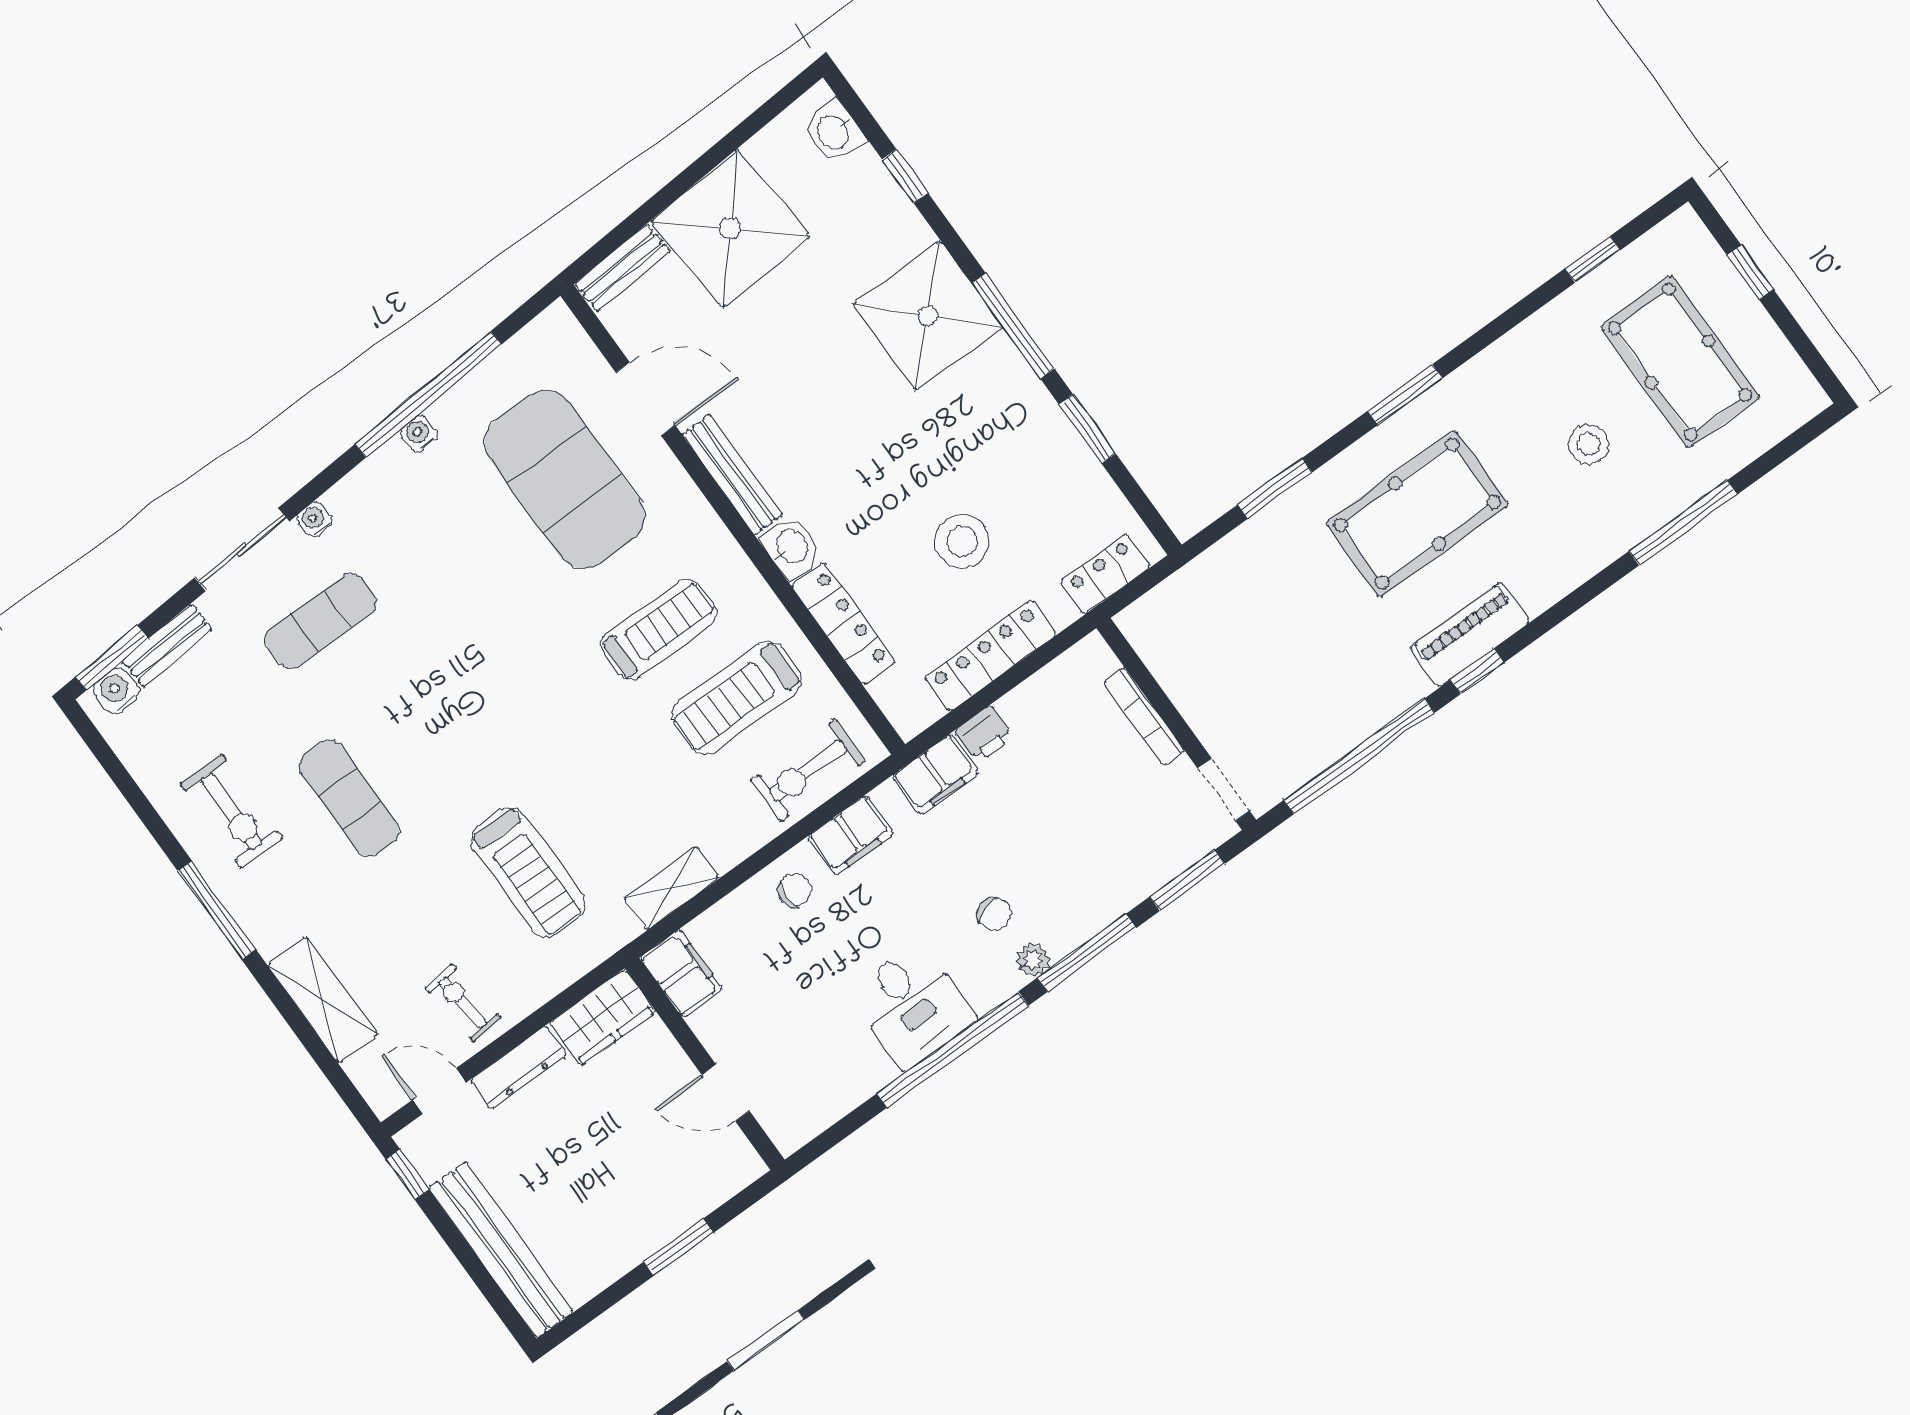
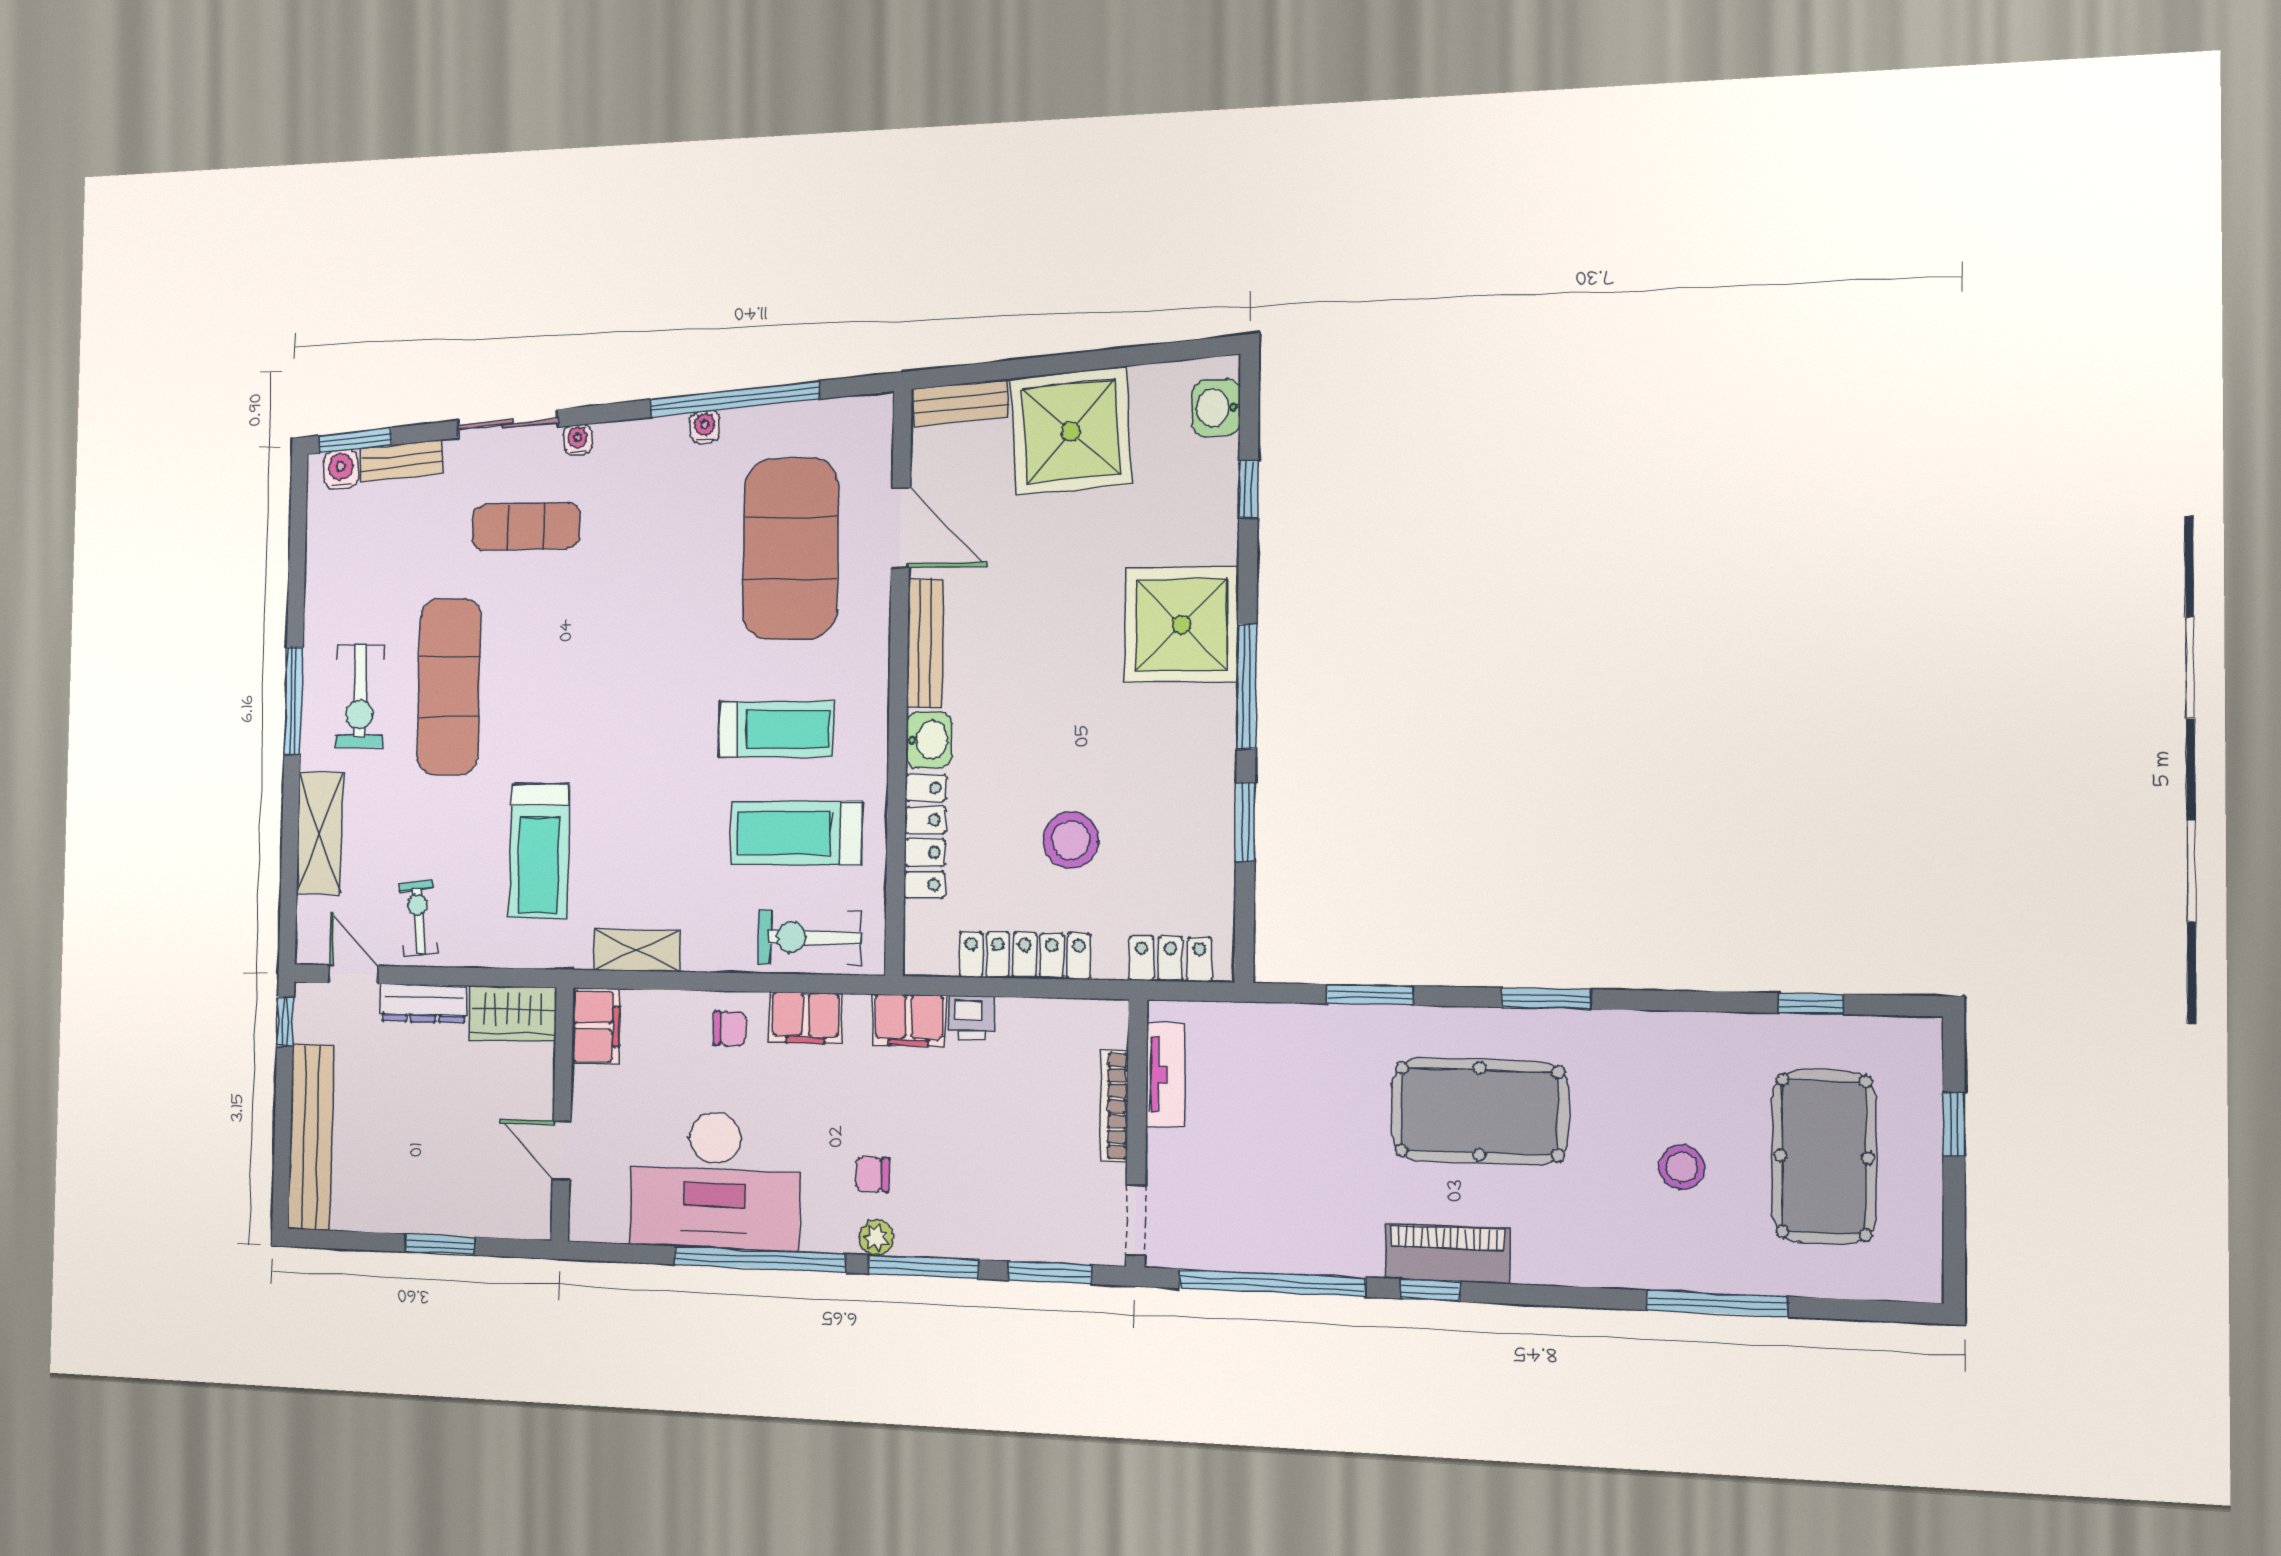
tv unit: (1166, 664) -> (1166, 1075), added
exercise mat: (349, 798) -> (449, 687), width x1.36, depth x1.45
exercise bike: (232, 811) -> (360, 696), moved
chair: (994, 914) -> (872, 1174), turned 108
desk: (912, 1006) -> (715, 1180), width x1.87, depth x1.30

